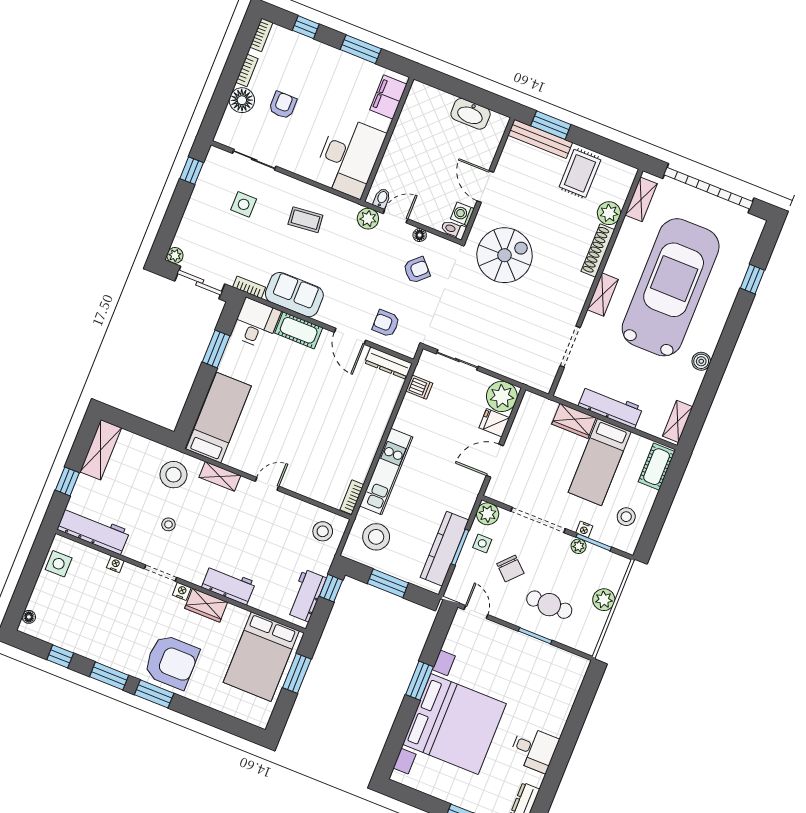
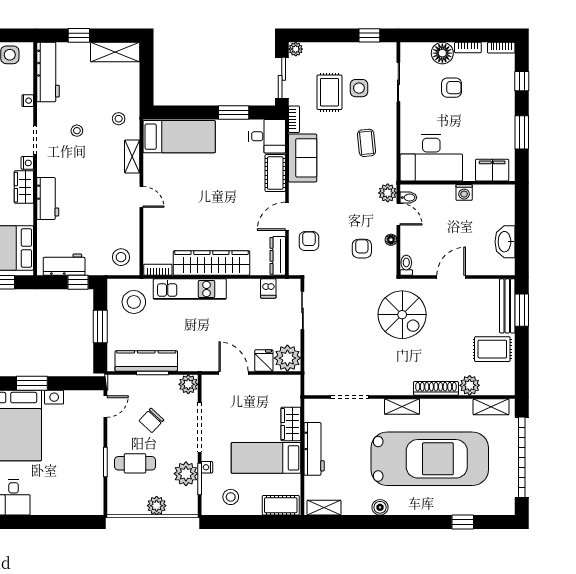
washing machine: (462, 214) -> (464, 192), moved, turned 180
rug: (235, 238) -> (329, 92), added
armchair: (417, 270) -> (362, 249), turned -137
wardrobe: (368, 437) -> (211, 263), added
stool: (173, 475) -> (119, 119), width x0.53, depth x0.53
side table: (482, 543) -> (163, 390), removed
plant: (579, 546) -> (186, 474), width x1.88, depth x1.88
cafe table: (549, 605) -> (135, 463), turned 90

